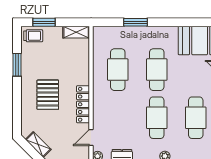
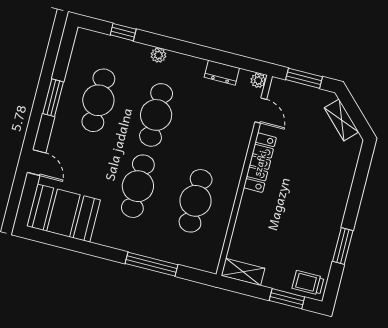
window: (135, 22) -> (152, 264), width x1.44
pallet: (48, 95) -> (308, 190), removed
door: (91, 137) -> (261, 111), hinge flipped

